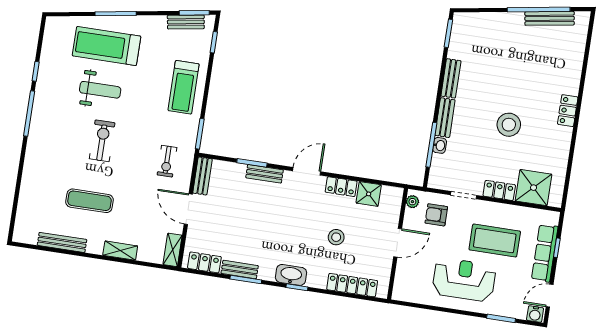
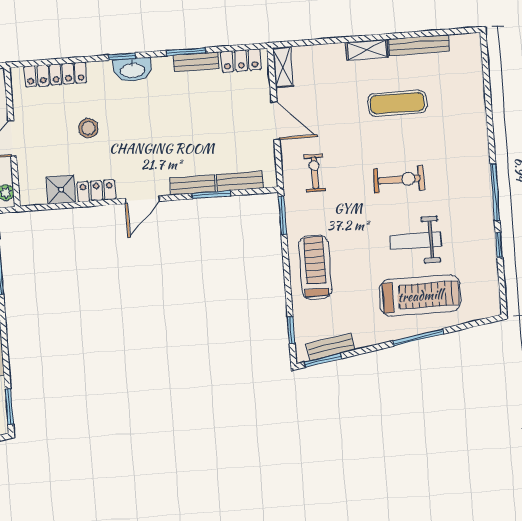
exercise bike: (102, 141) -> (399, 179), turned -90
bench: (202, 176) -> (240, 181), moved, turned 90
shelving: (120, 251) -> (367, 50), moved

